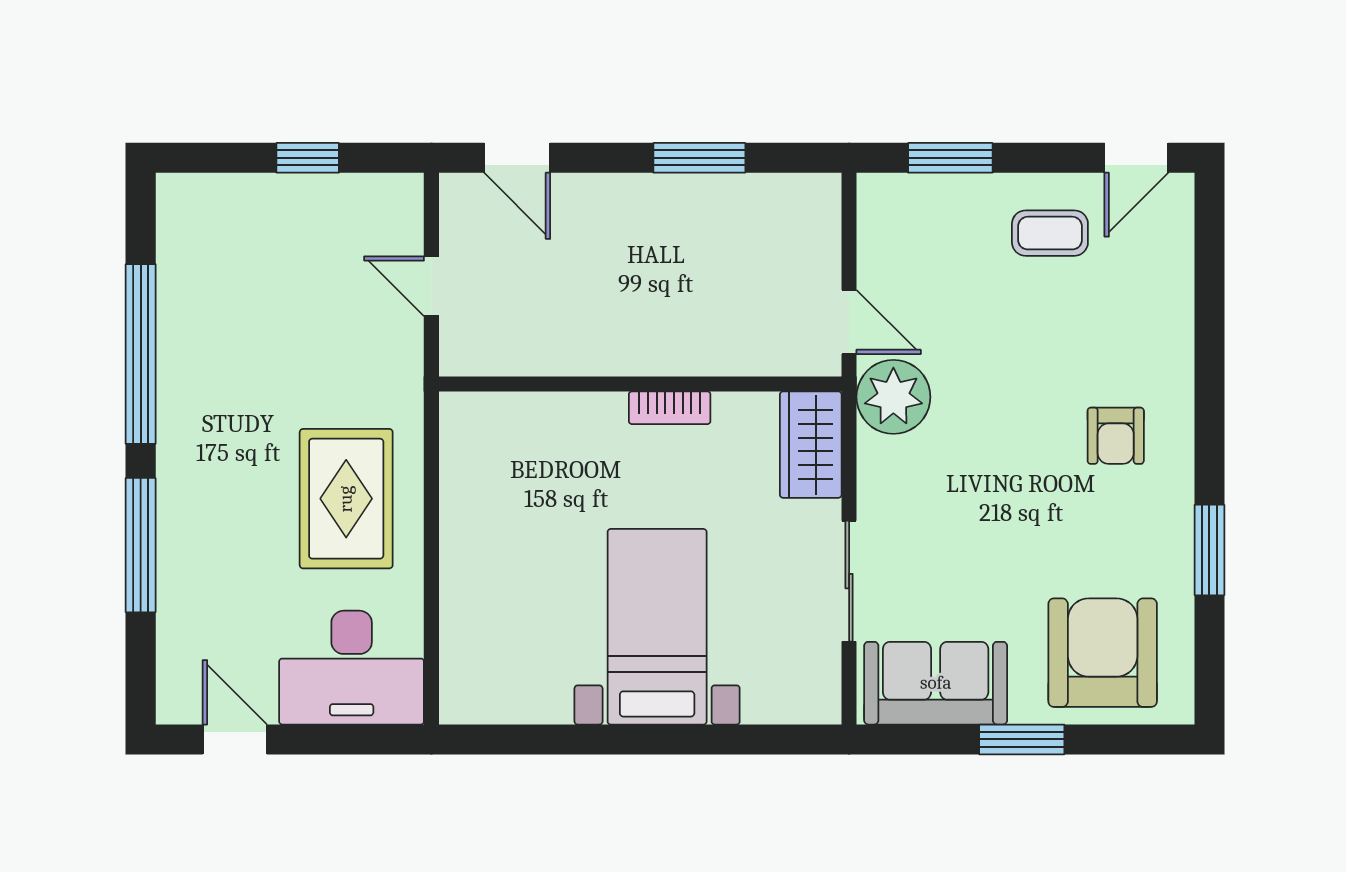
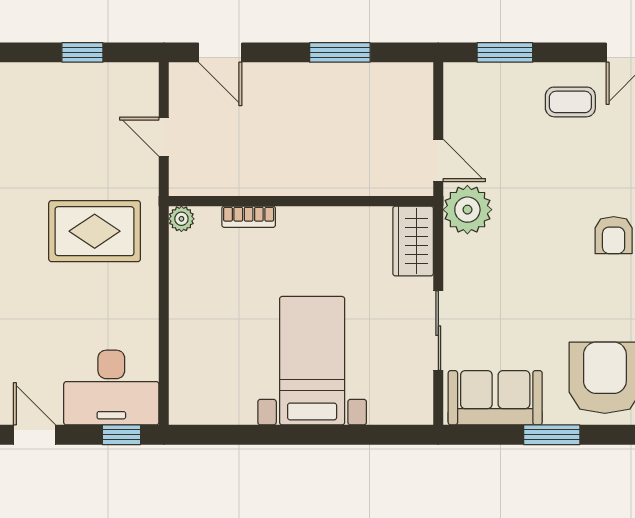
bookcase: (670, 408) -> (249, 217), moved
plant: (458, 411) -> (181, 219), added
rug: (346, 499) -> (95, 231), moved, turned 90
window: (367, 739) -> (121, 435), added

